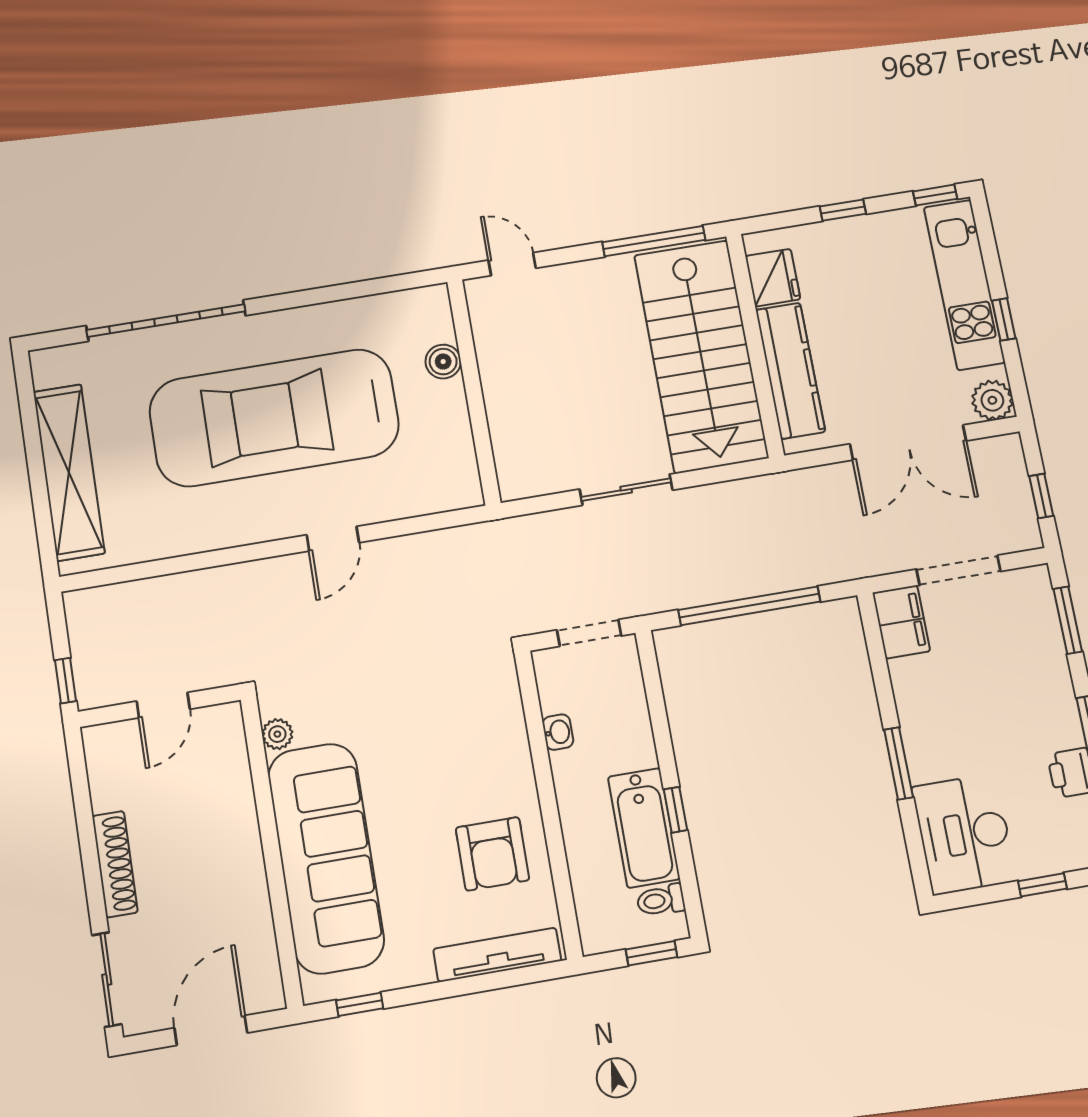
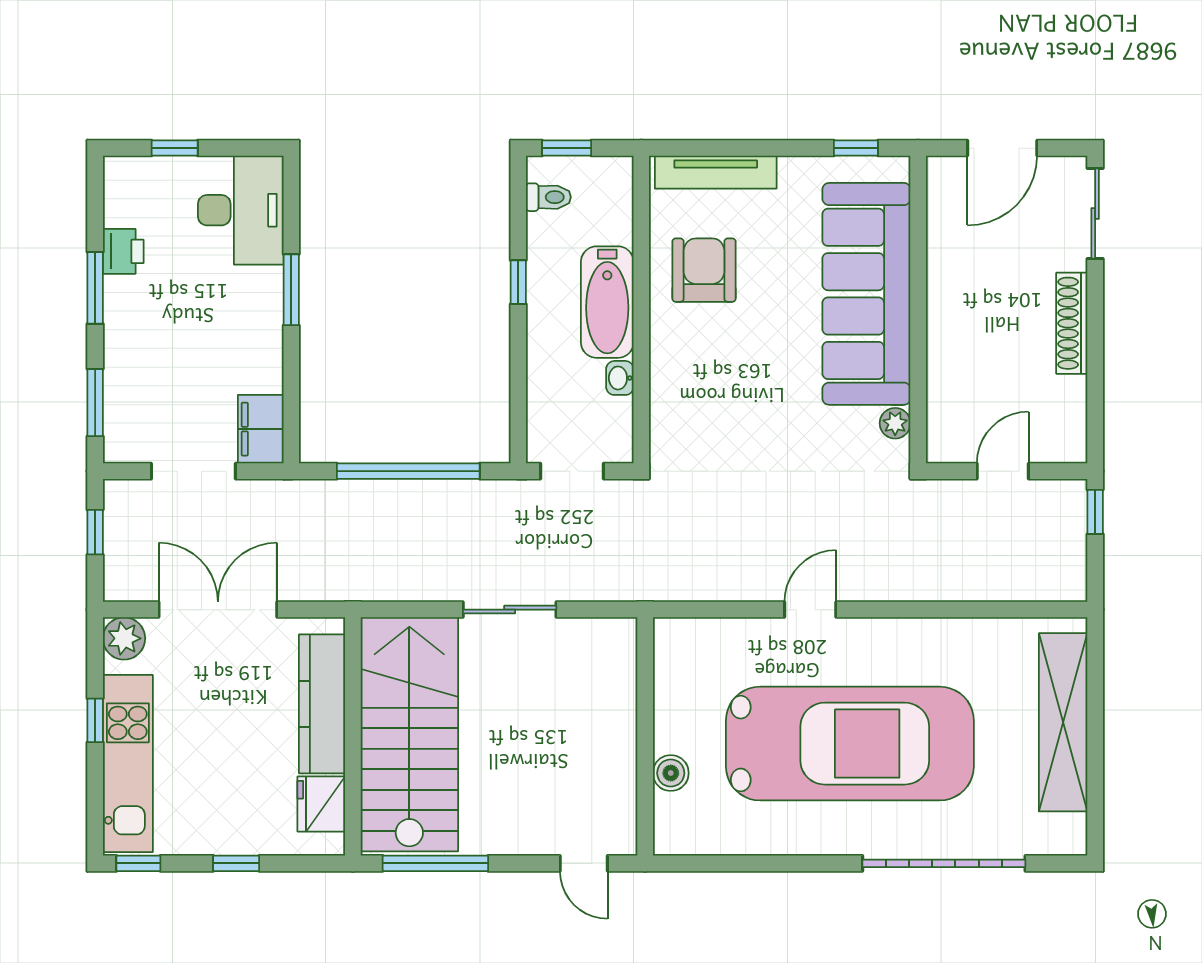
bathtub: (644, 828) -> (607, 302), moved, turned 180

